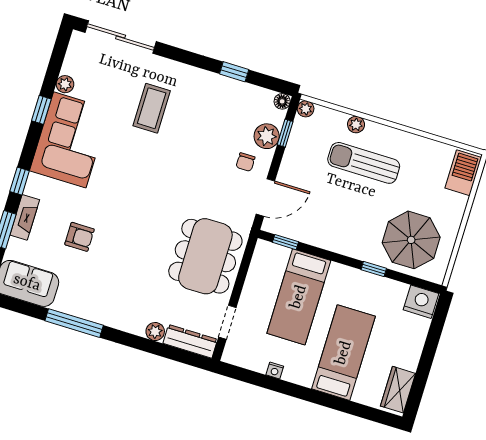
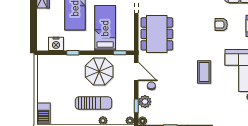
coffee table: (152, 108) -> (204, 72), moved
door: (265, 198) -> (136, 71), swing flipped
parasol: (411, 240) -> (99, 71), moved
nightstand: (421, 302) -> (56, 44), moved

